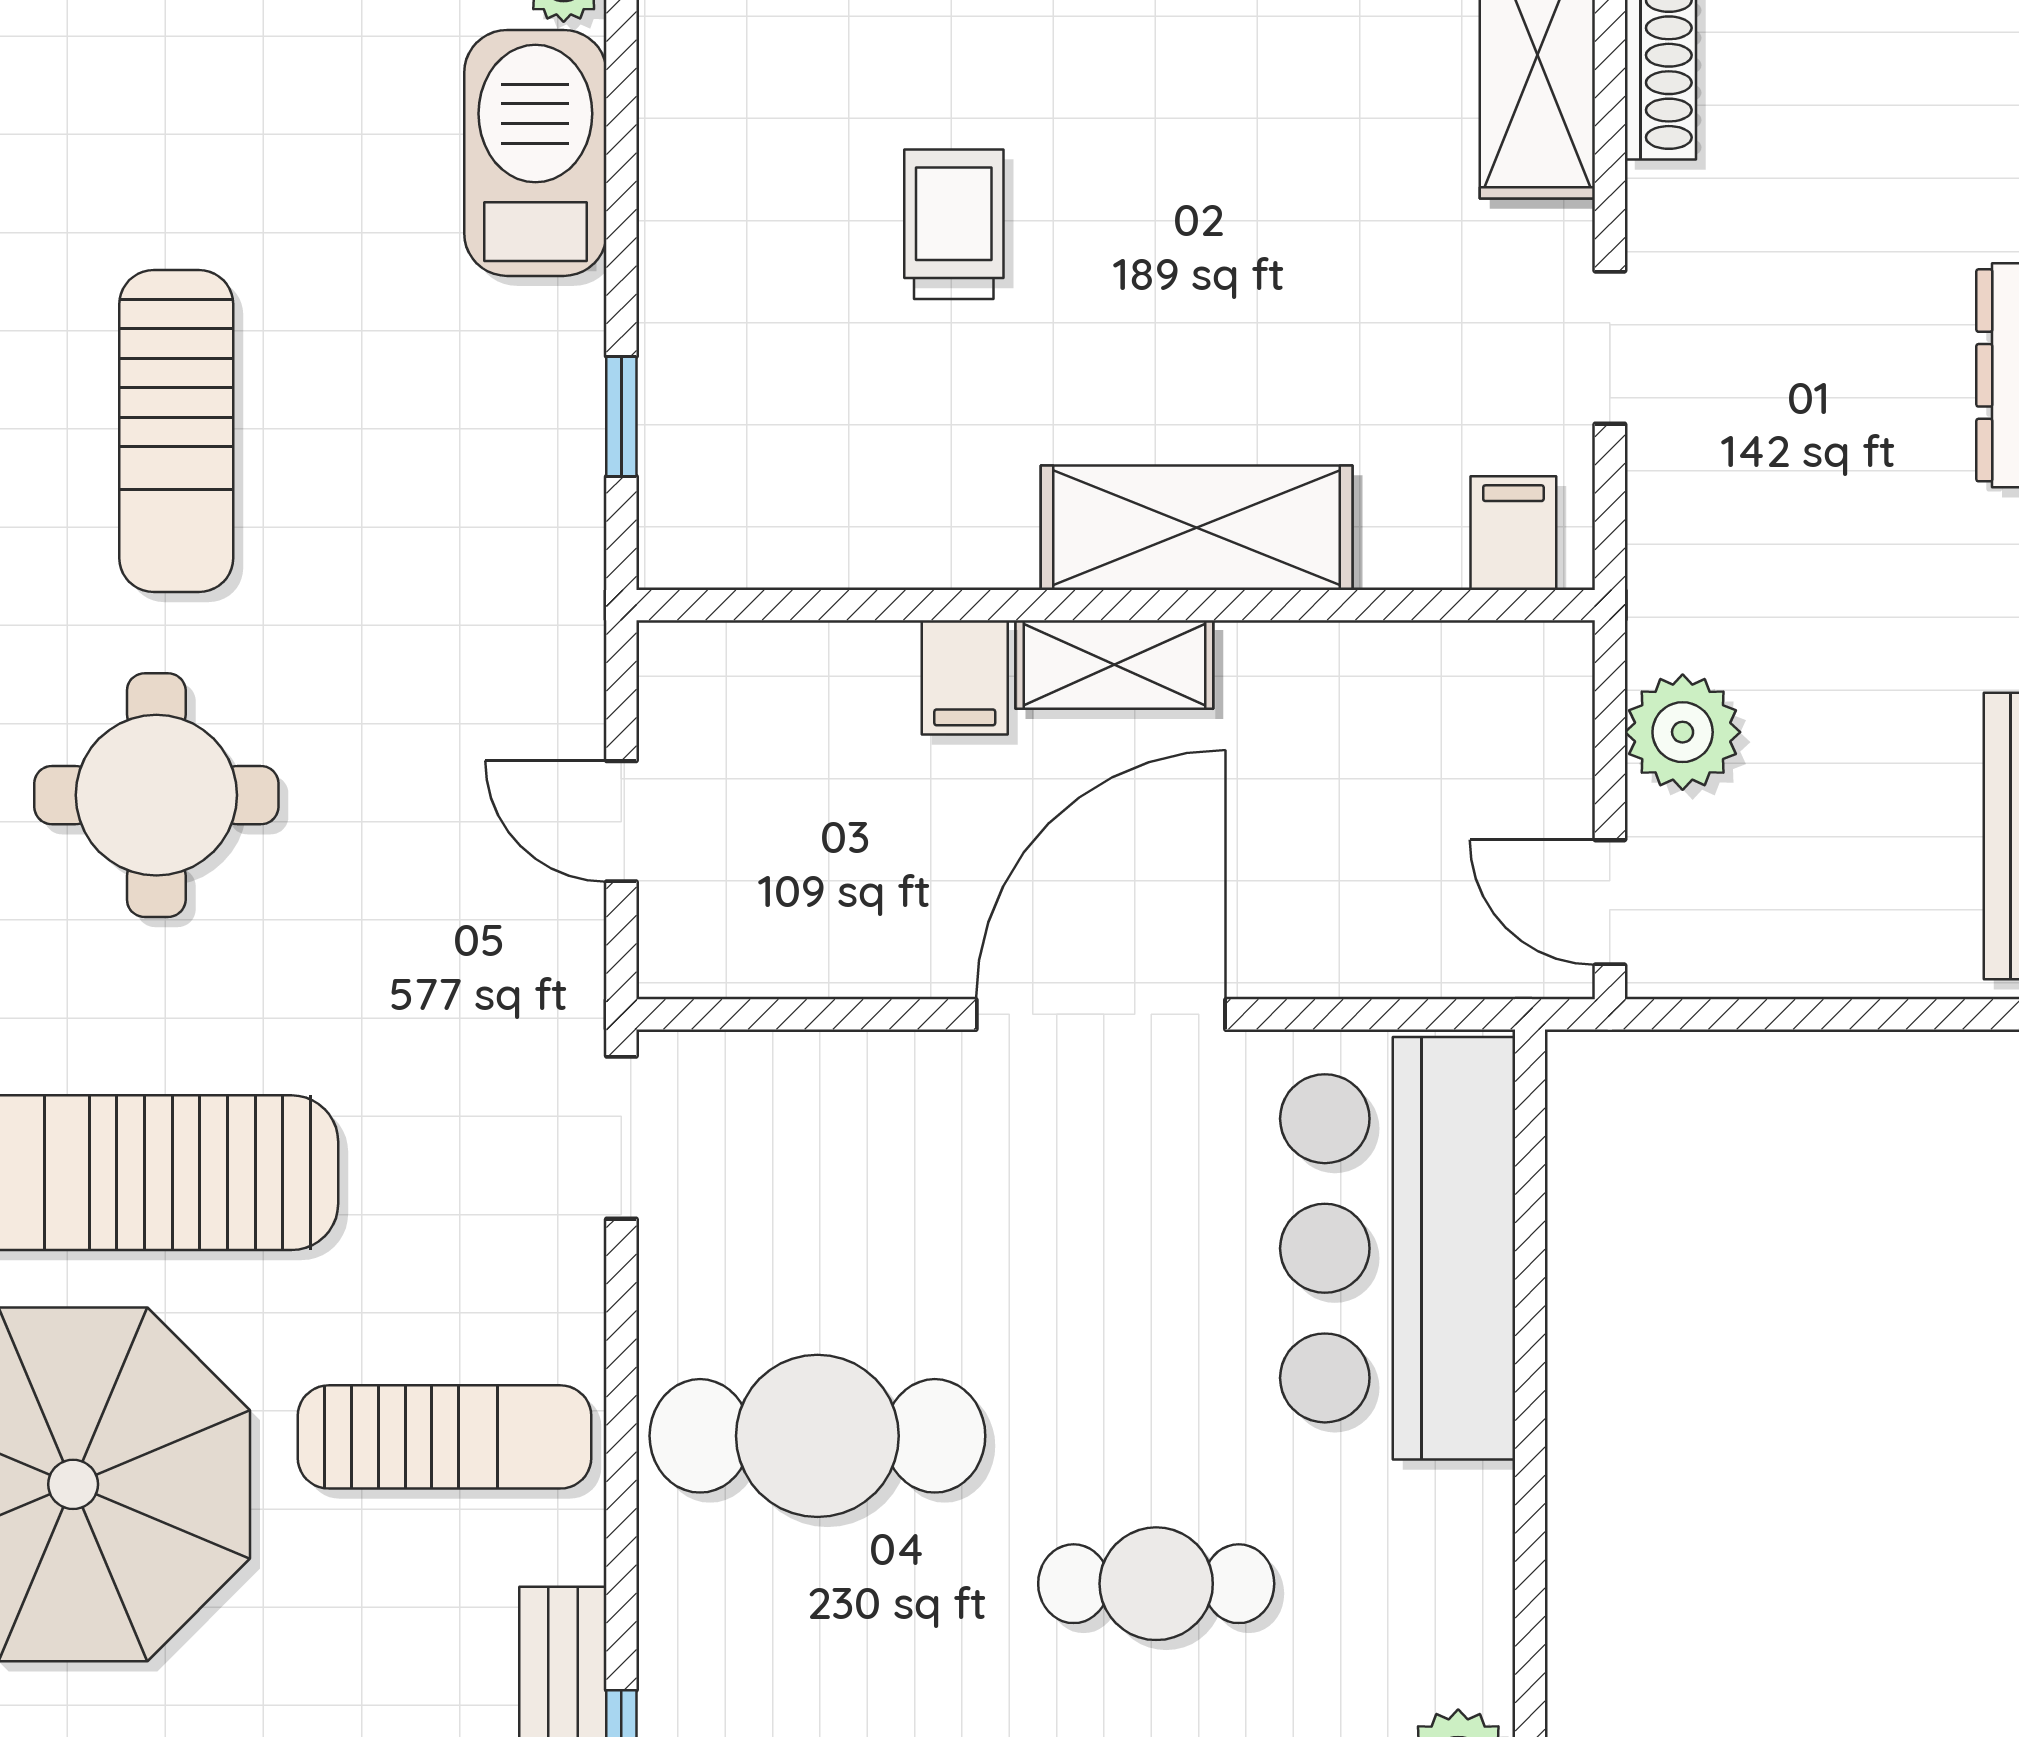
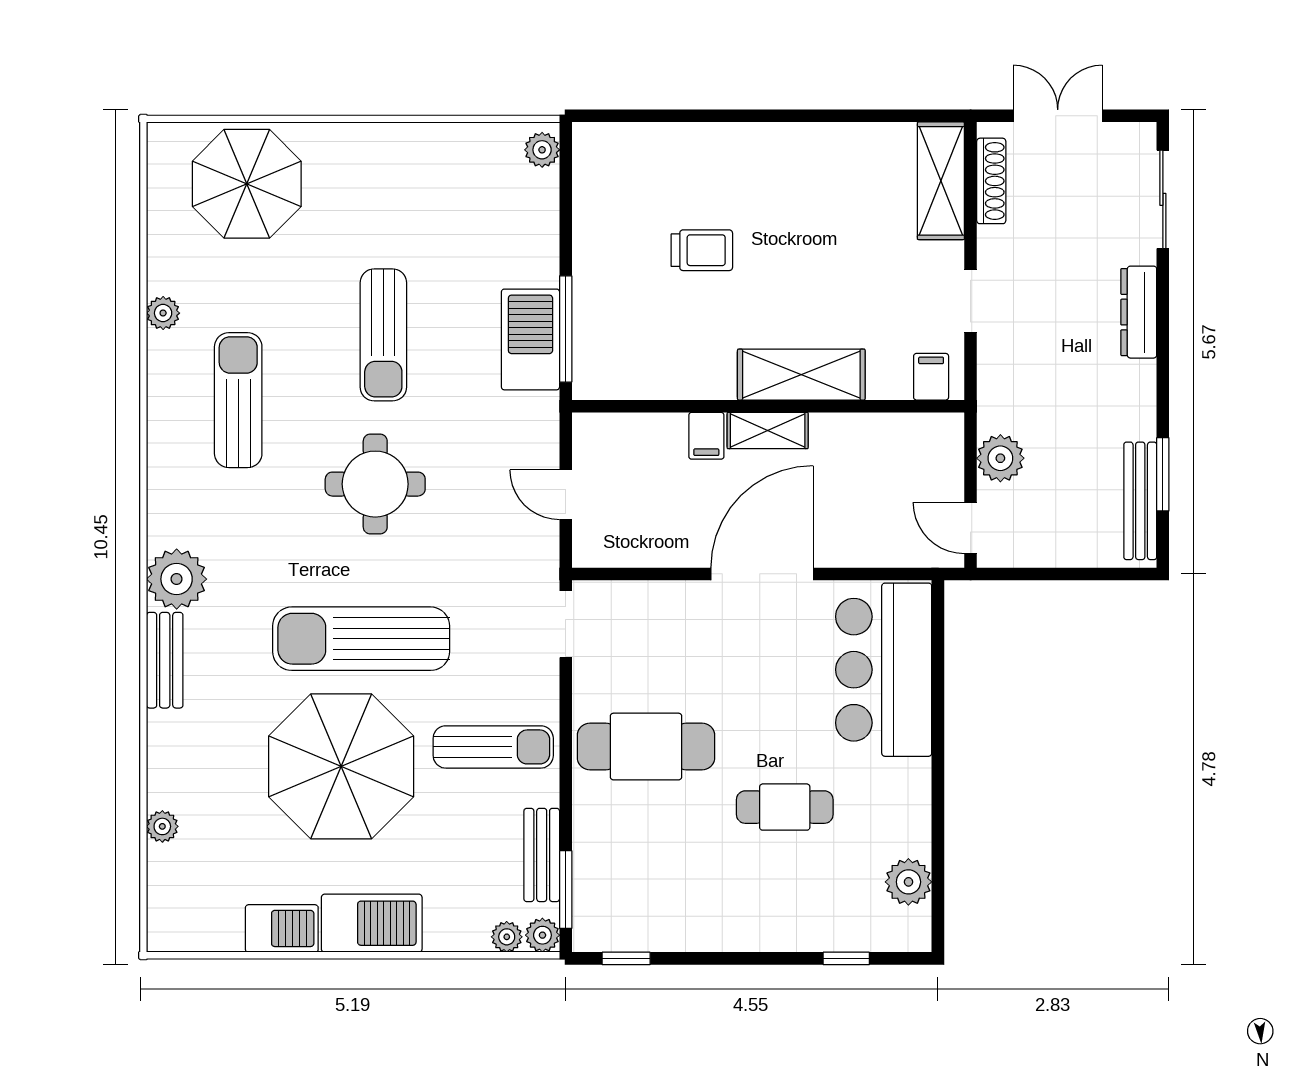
barbecue: (535, 153) -> (530, 339), moved
trolley: (954, 224) -> (702, 250), turned 90
window: (621, 416) -> (566, 329), width x2.17

